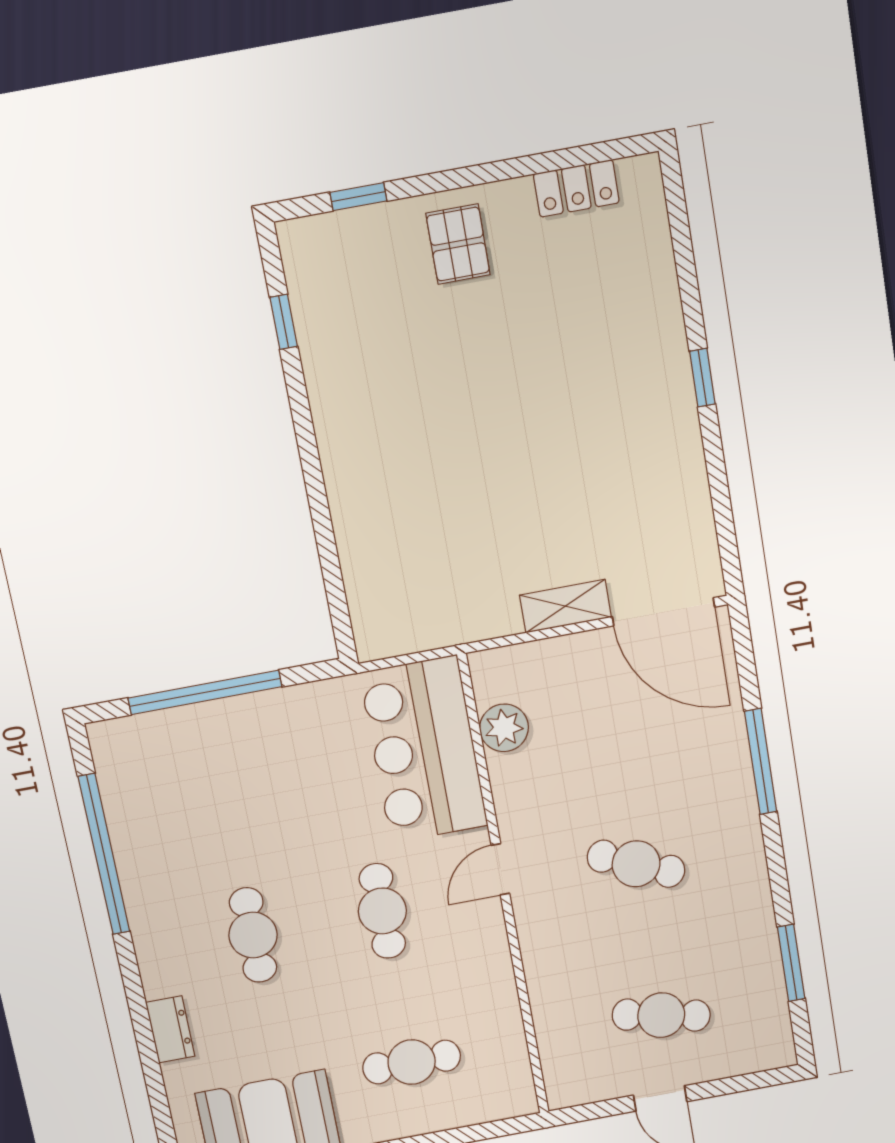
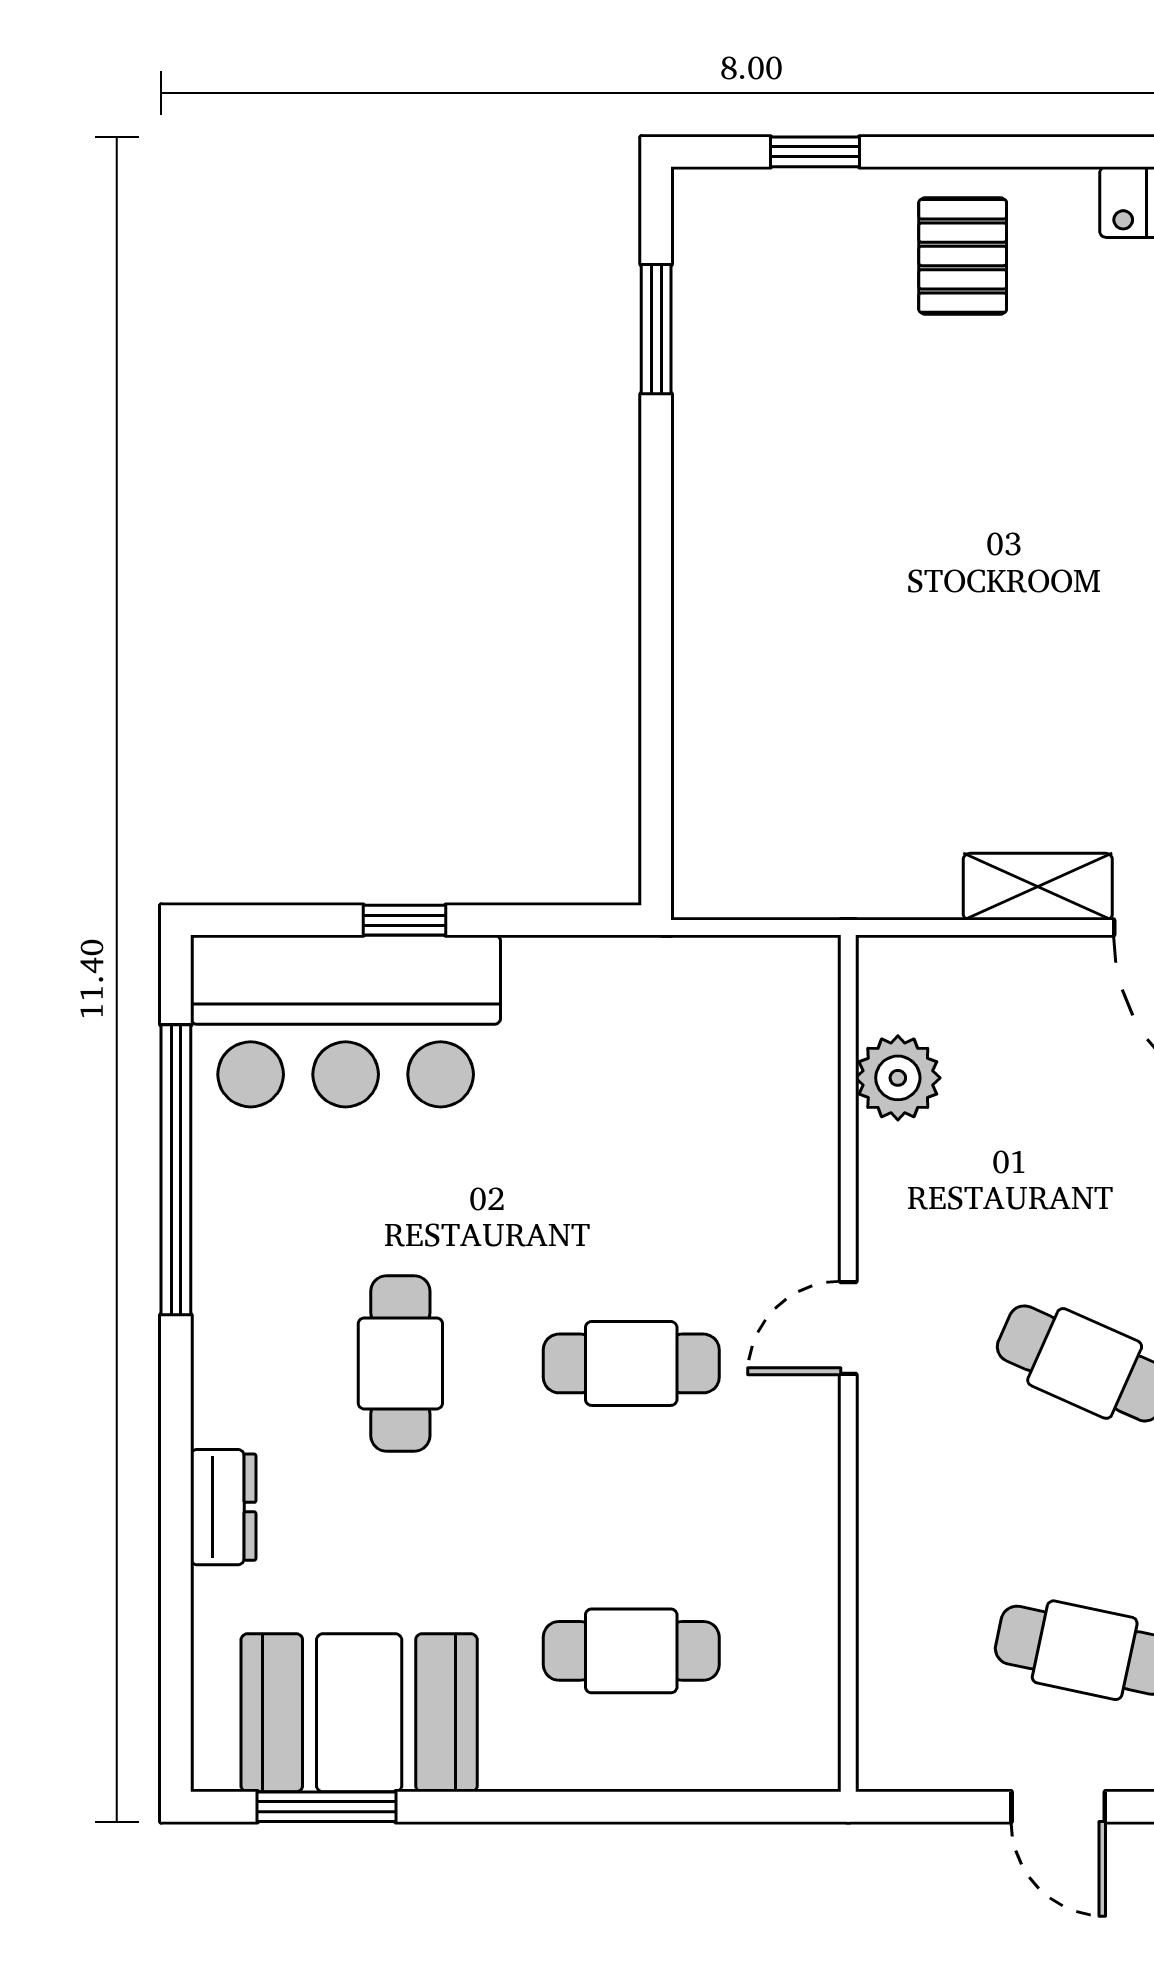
window: (284, 322) -> (656, 329), width x1.50
window: (205, 692) -> (404, 920), width x0.32
bar counter: (424, 750) -> (346, 1021), moved, turned -90
cafe table: (382, 911) -> (631, 1363), turned 90

